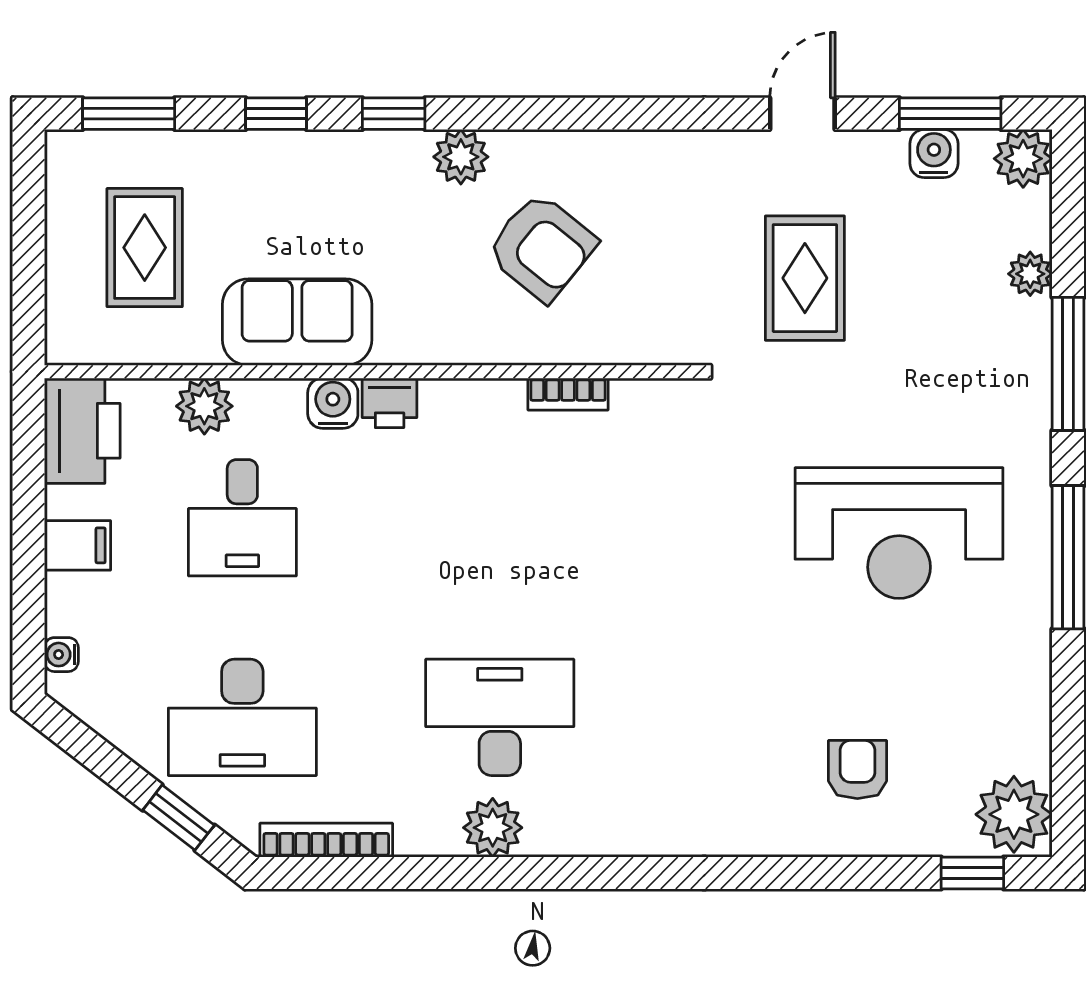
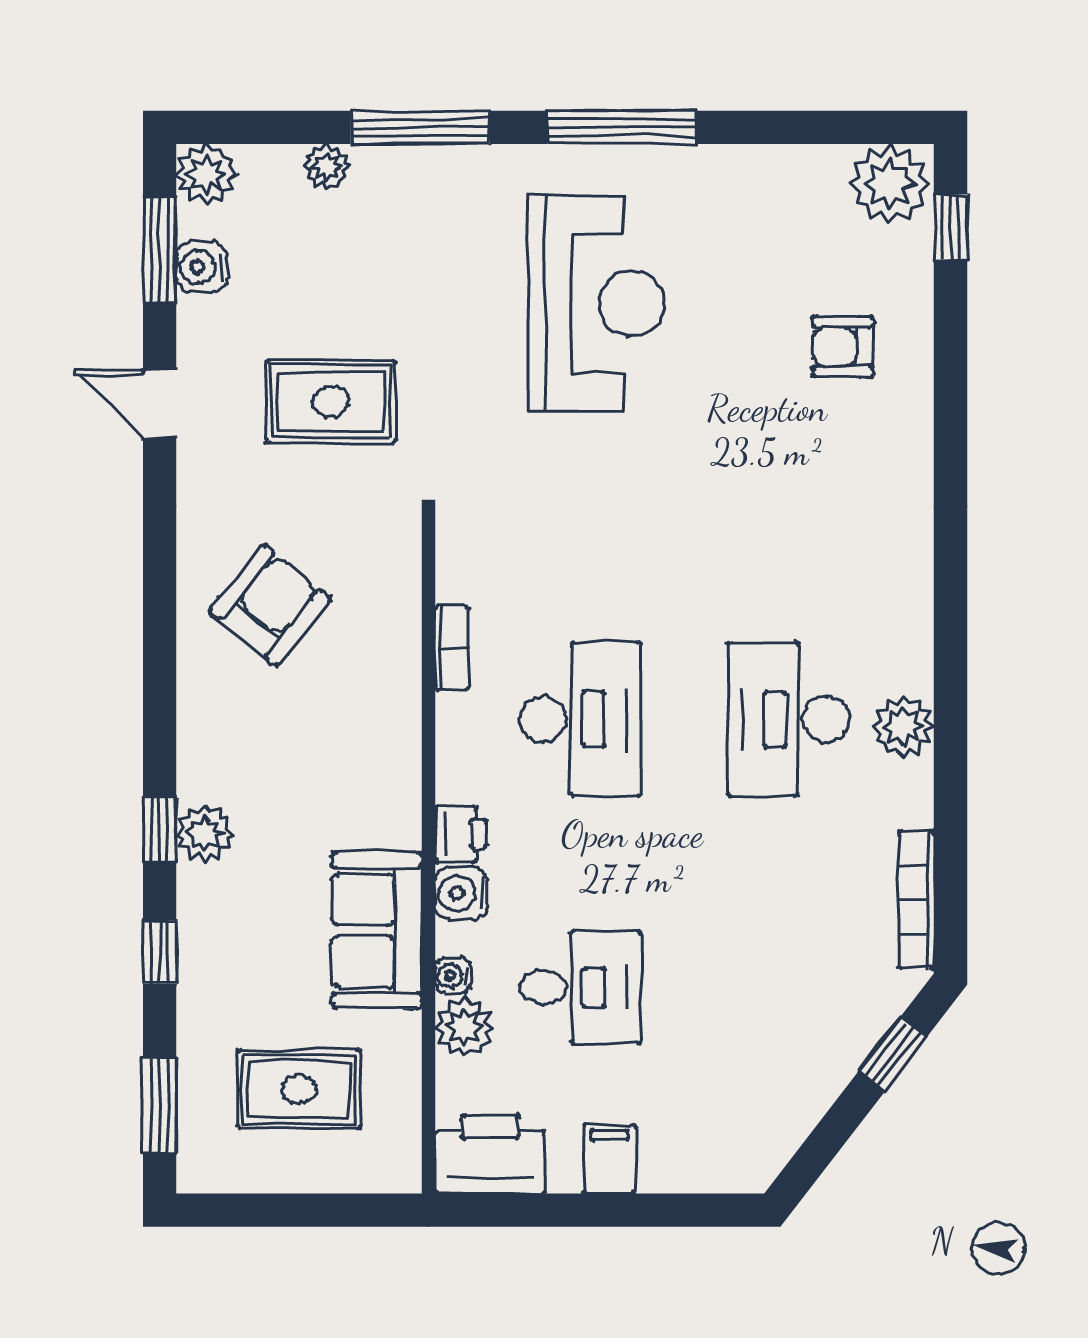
plant: (461, 157) -> (205, 834), moved
armchair: (542, 247) -> (270, 605), moved
water cooler: (61, 655) -> (453, 976), moved, turned 90
desk: (242, 717) -> (581, 719), moved

